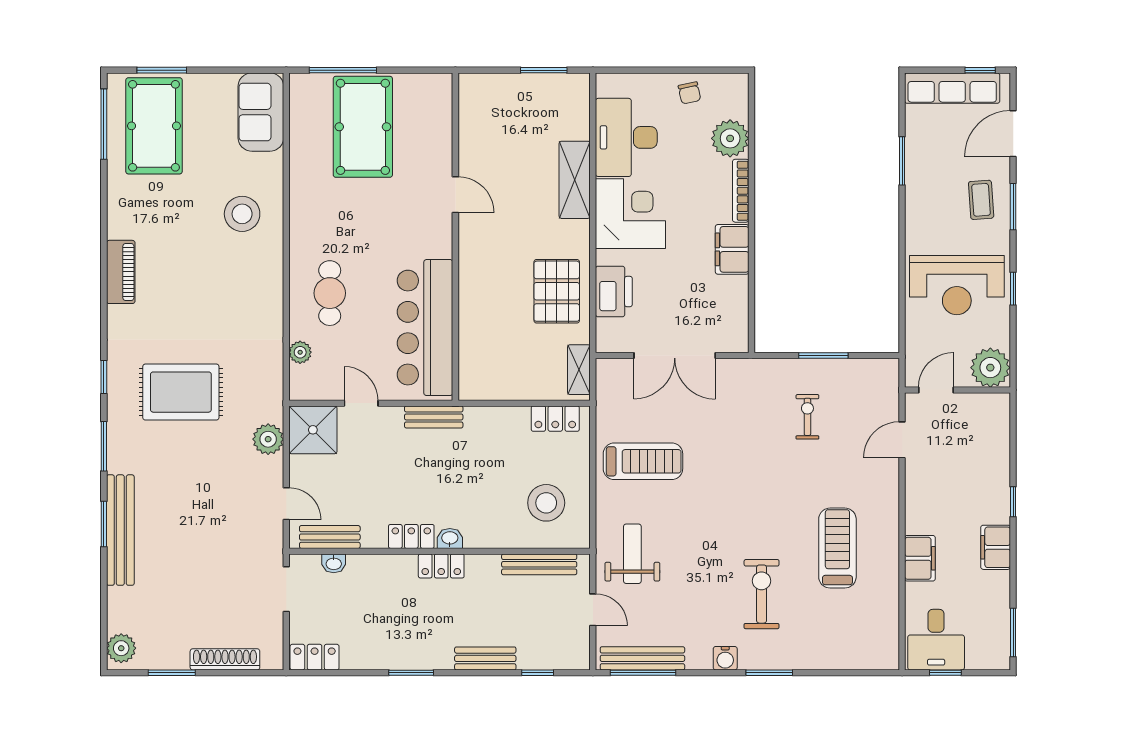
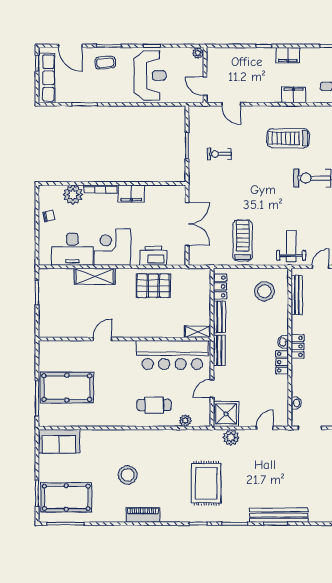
stool: (242, 214) -> (128, 475), moved
plant: (990, 368) -> (198, 53), width x0.53, depth x0.53
shelving: (579, 370) -> (197, 332), moved
bench: (330, 537) -> (219, 317), moved
weight bench: (632, 554) -> (291, 246), turned 90

